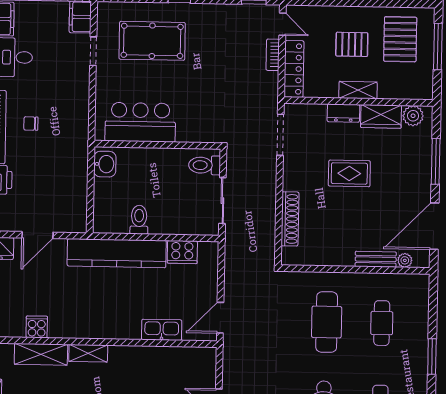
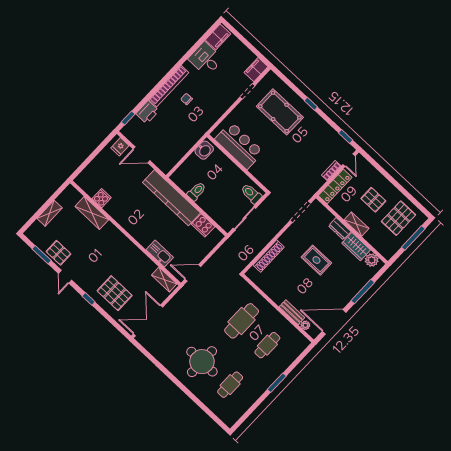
shelving: (88, 353) -> (164, 279), moved

